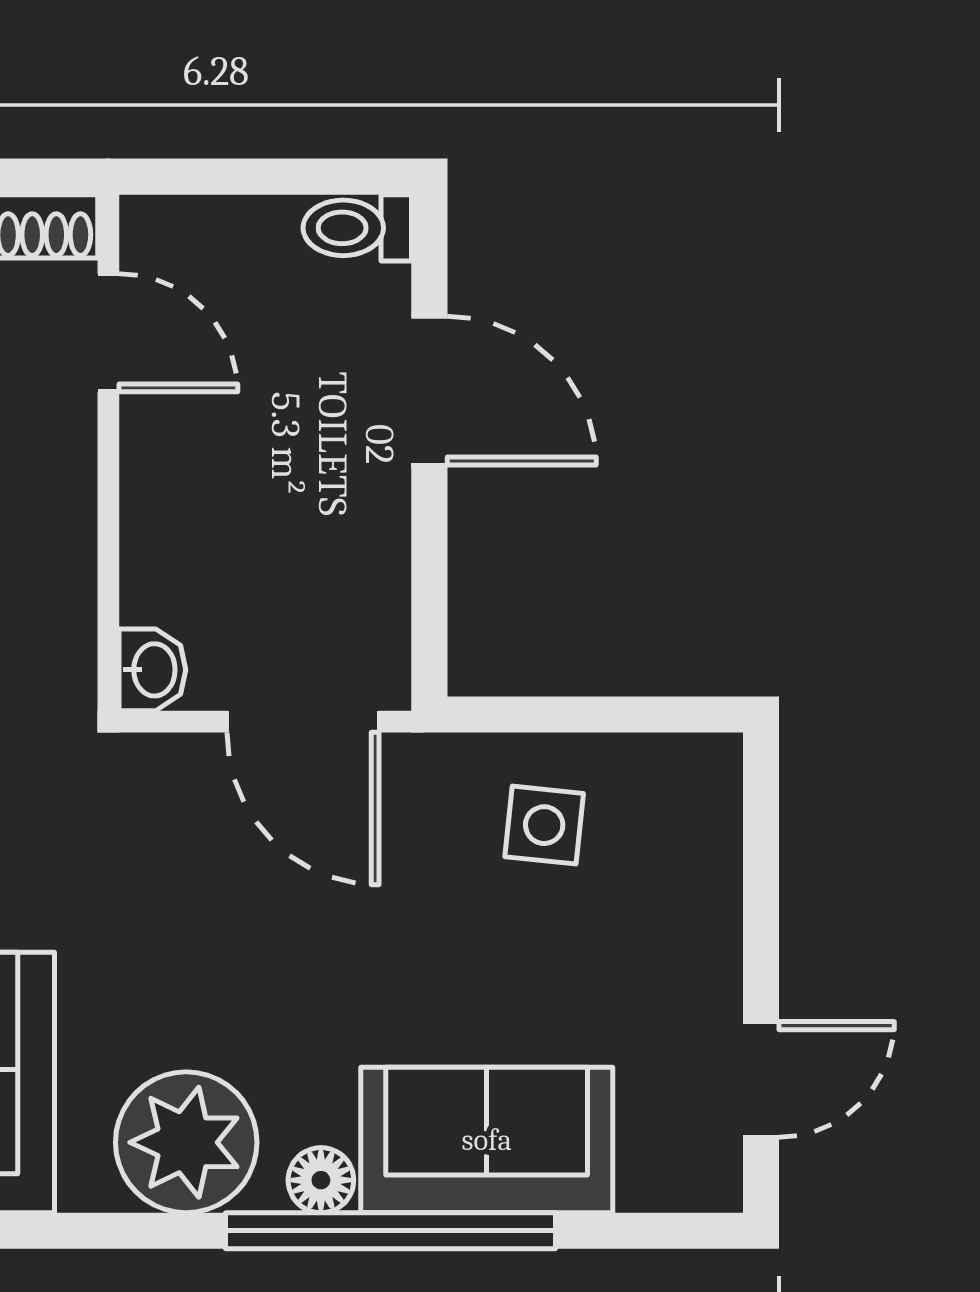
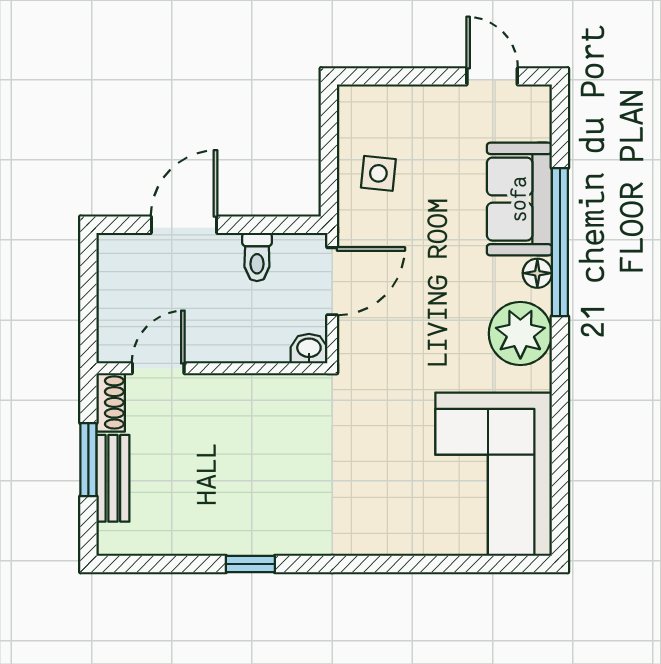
toilet: (357, 228) -> (257, 257), moved

